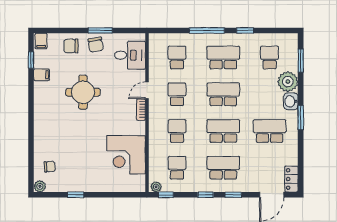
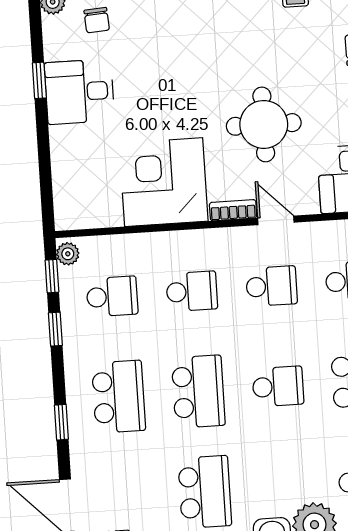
round table: (83, 92) -> (264, 124), moved
school desk: (223, 94) -> (278, 386), width x0.54
corner desk: (126, 155) -> (164, 182), moved
desk: (82, 177) -> (79, 92), added
window: (206, 195) -> (55, 329), moved

